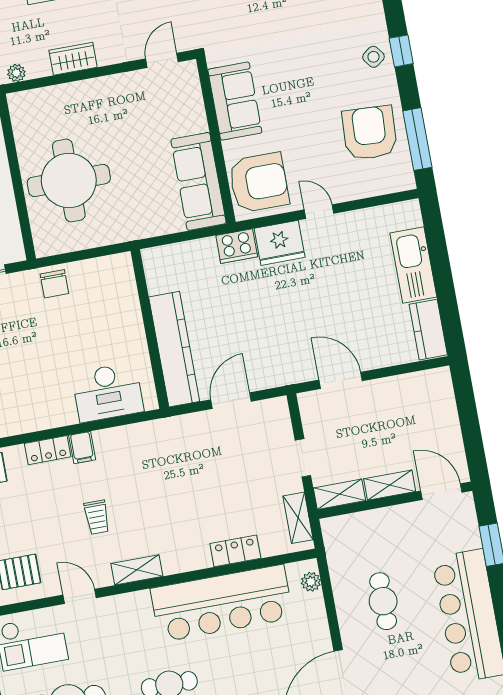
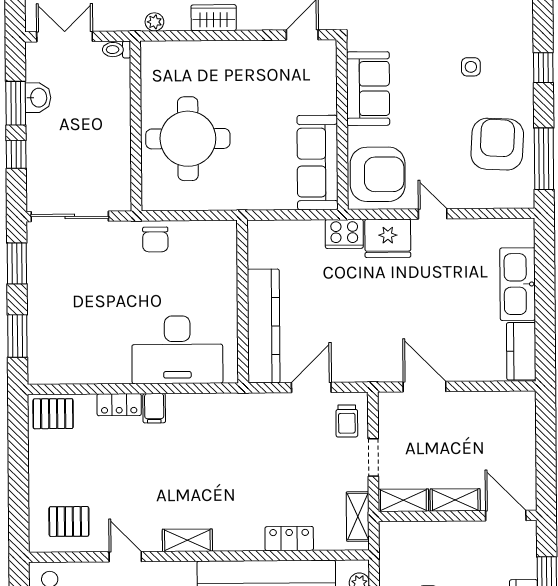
side table: (373, 57) -> (471, 67), moved, turned 37
desk: (108, 392) -> (177, 350), width x1.36, depth x1.30
trolley: (97, 517) -> (347, 421), moved

